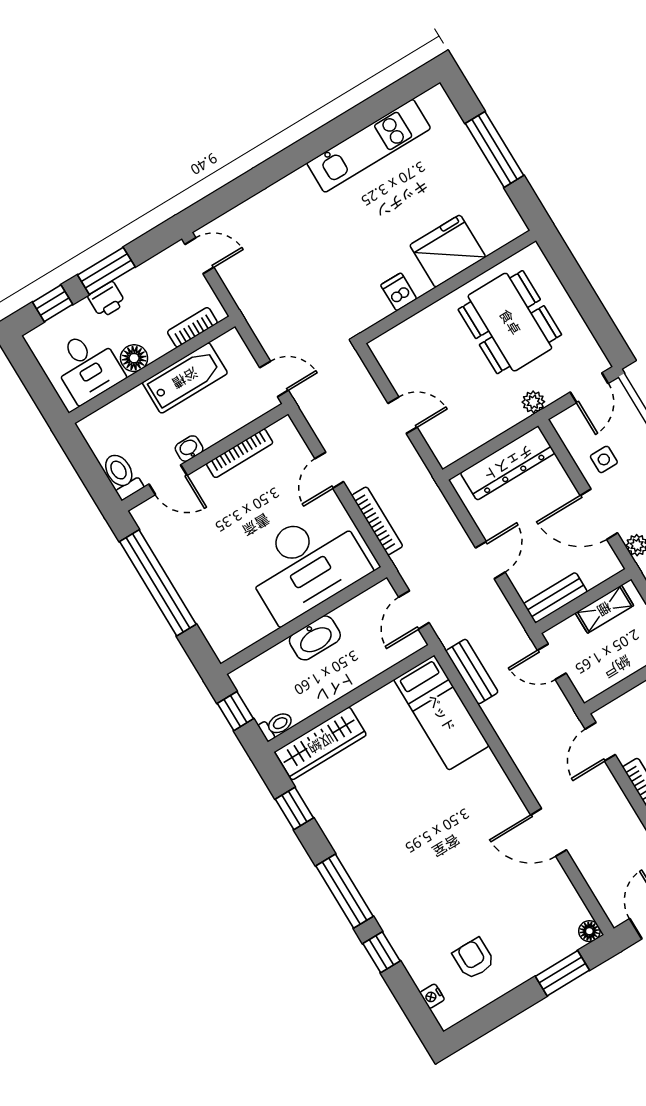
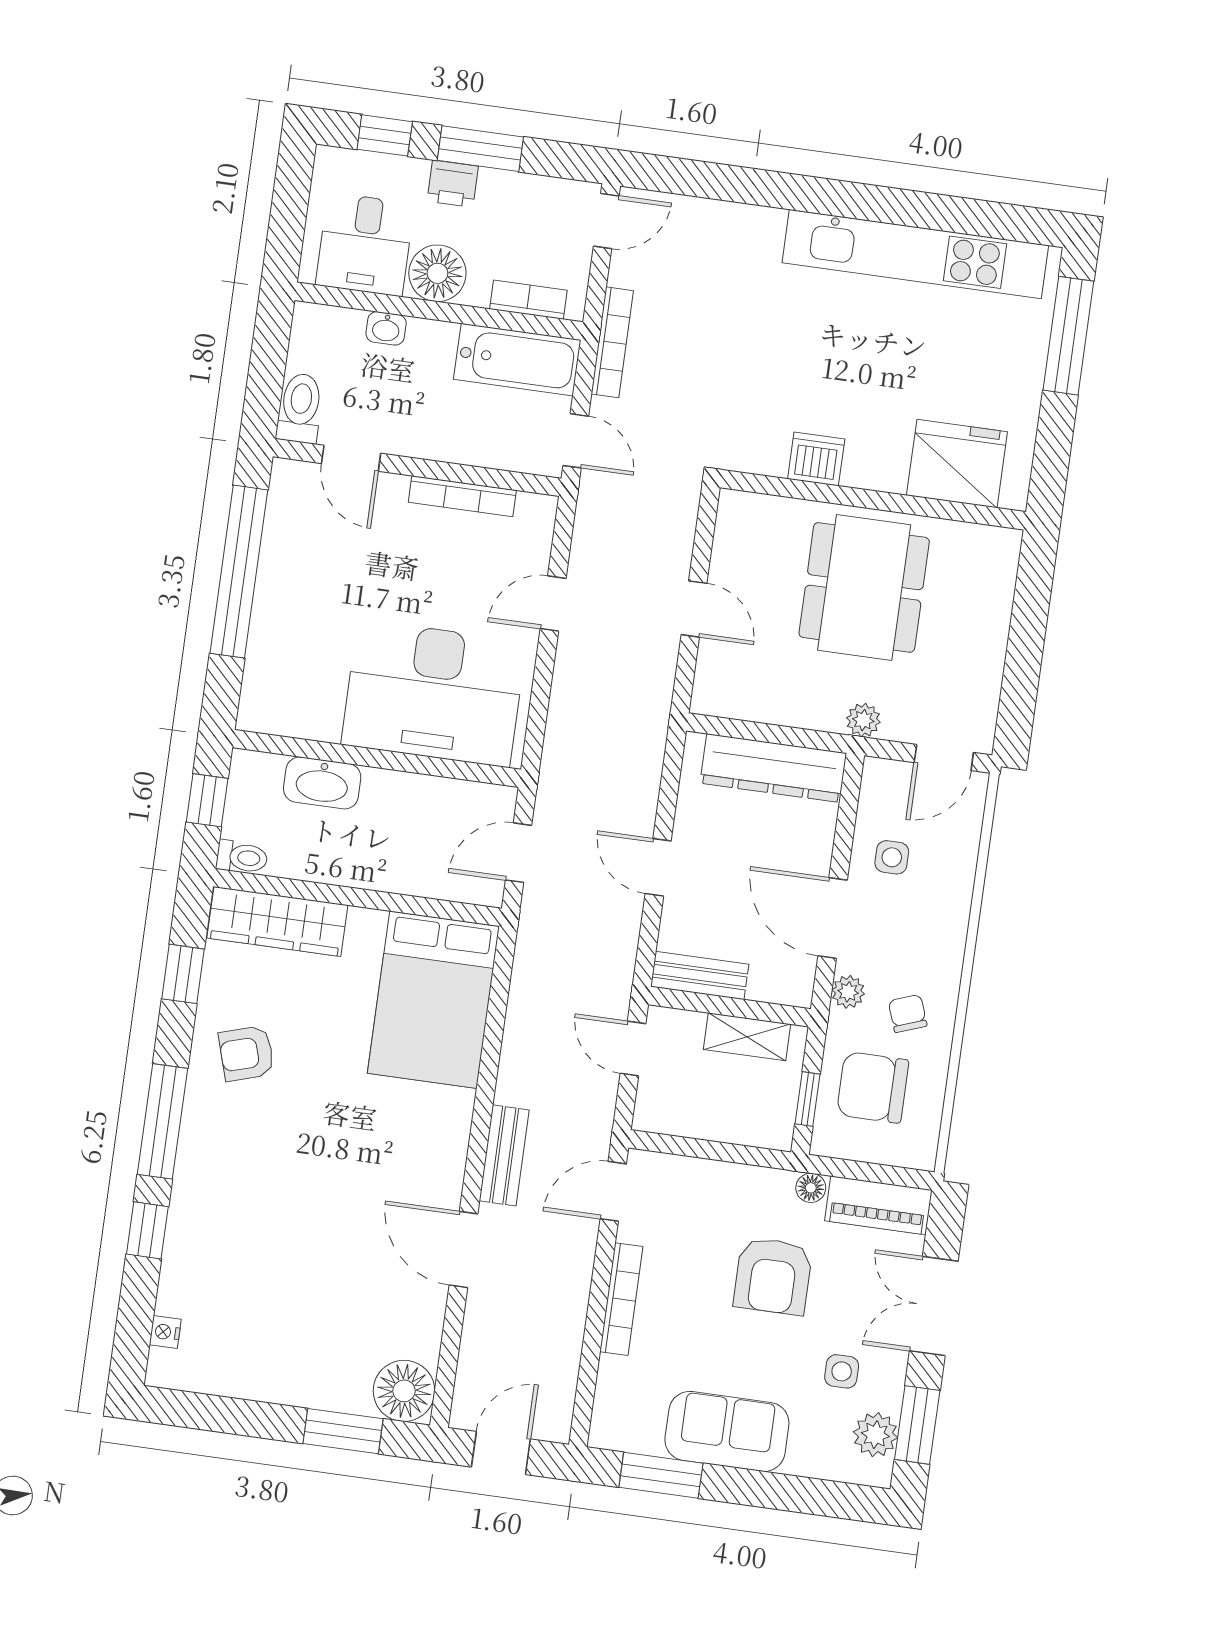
kitchen unit: (369, 146) -> (915, 254), width x1.36
window: (494, 149) -> (1068, 336), moved
fridge: (448, 251) -> (957, 464), moved
door: (199, 256) -> (606, 221), hinge flipped
dishwasher: (399, 292) -> (816, 459), width x1.38
dining table: (510, 322) -> (864, 587), moved
floor lamp: (134, 358) -> (437, 273), width x1.38, depth x1.38
bathtub: (185, 378) -> (517, 360), moved
washbasin: (189, 449) -> (386, 328), moved, turned 180
bookcase: (377, 521) -> (612, 342), moved
door: (490, 560) -> (658, 867), swing flipped
washbasin: (315, 638) -> (322, 783), moved
bench: (472, 672) -> (504, 1155), moved
bed: (441, 713) -> (433, 1000), width x1.50
floor lamp: (589, 931) -> (404, 1391), width x1.89, depth x1.89
armchair: (474, 959) -> (247, 1053), moved, turned -107

